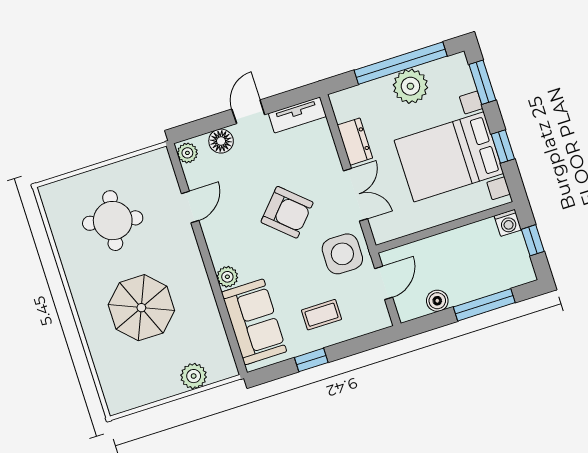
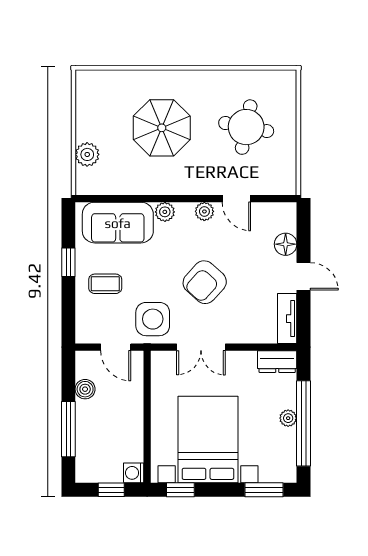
plant: (410, 86) -> (288, 418), width x0.53, depth x0.53
dresser: (355, 142) -> (277, 362), moved
window: (503, 147) -> (180, 490), moved
plant: (187, 153) -> (204, 211), moved
coffee table: (322, 315) -> (105, 284), turned 90

